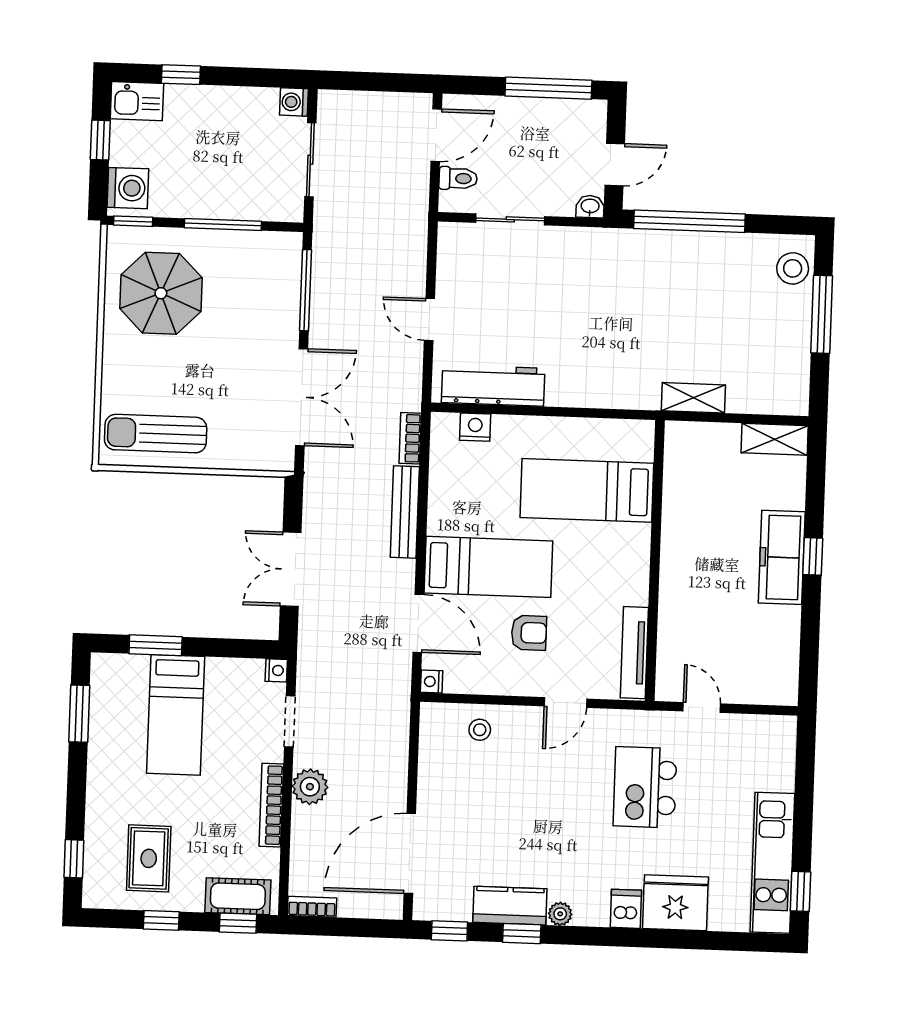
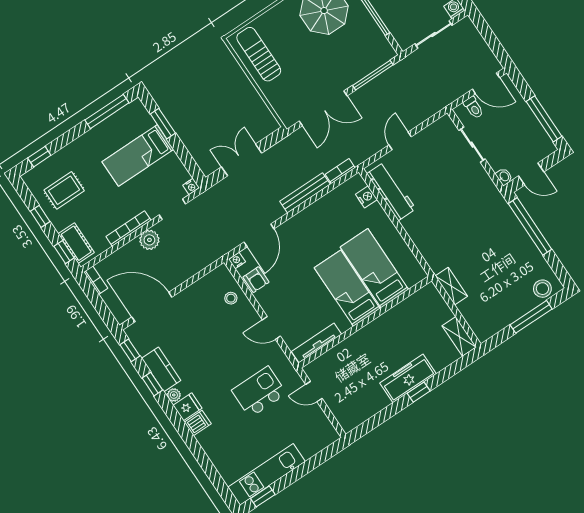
bed: (488, 567) -> (347, 288), moved, turned 180
armchair: (529, 633) -> (256, 280), moved
door: (702, 707) -> (314, 391), swing flipped
window: (79, 714) -> (107, 111), width x1.44
fridge: (675, 903) -> (187, 407), moved, width x0.53, depth x0.75

